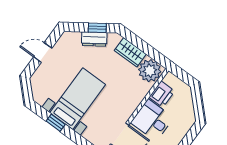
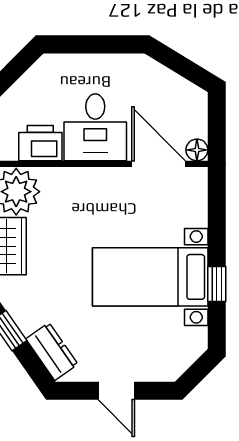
dresser: (94, 39) -> (52, 352), moved

